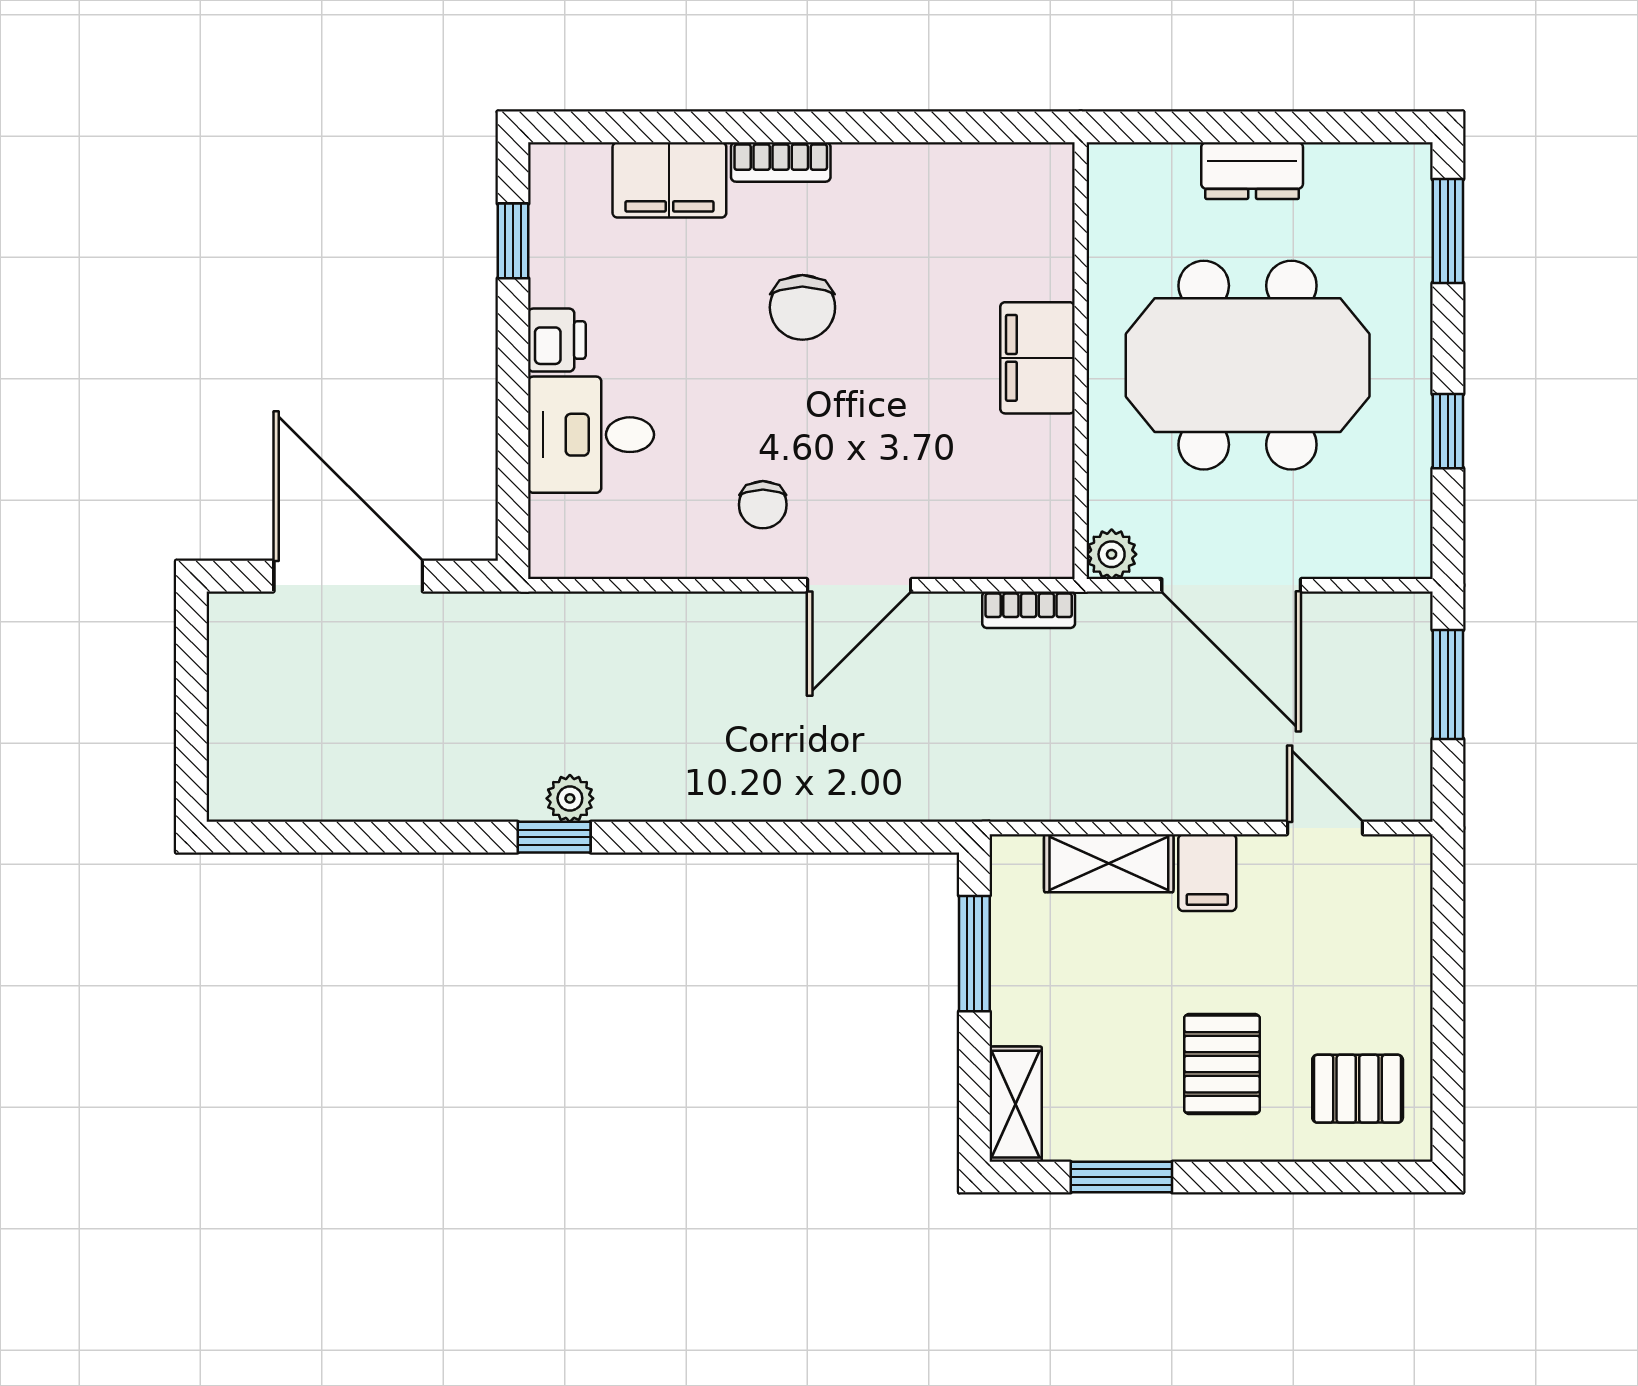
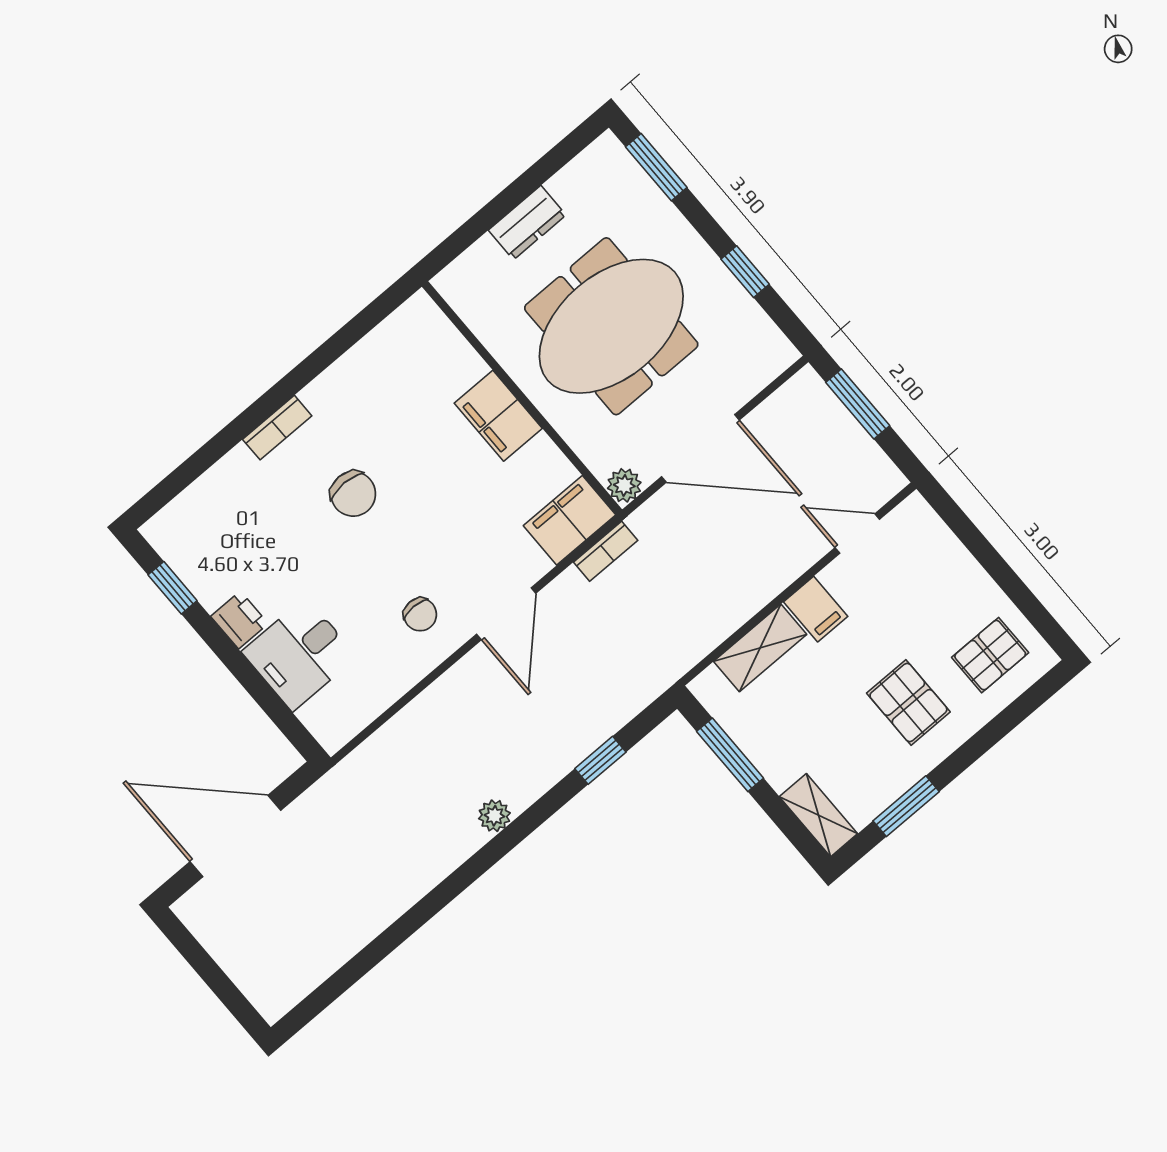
filing cabinet: (669, 180) -> (570, 520), moved, turned 180
plant: (570, 798) -> (494, 816), moved
window: (554, 837) -> (600, 760), moved

